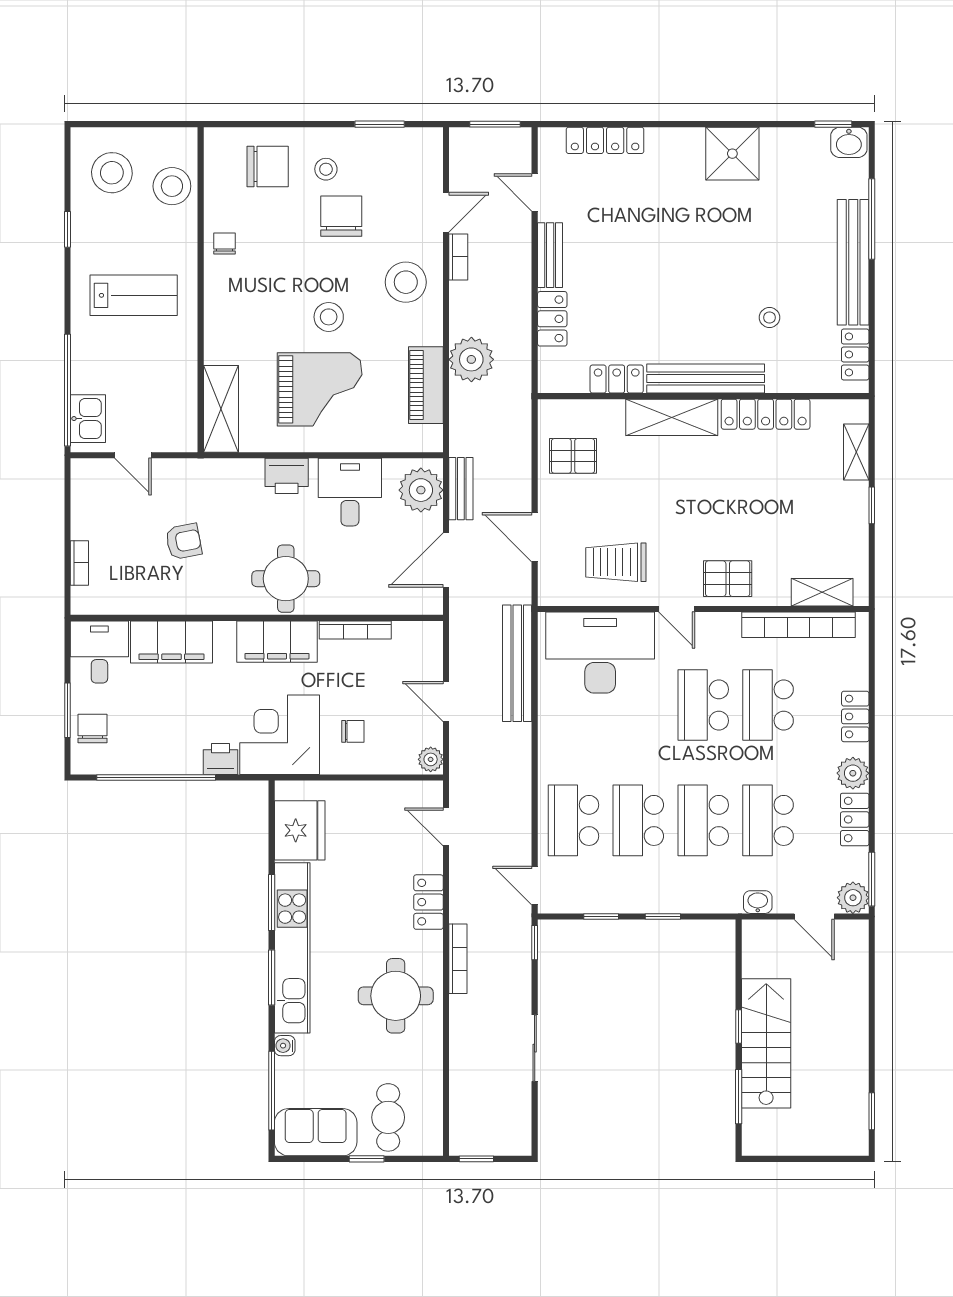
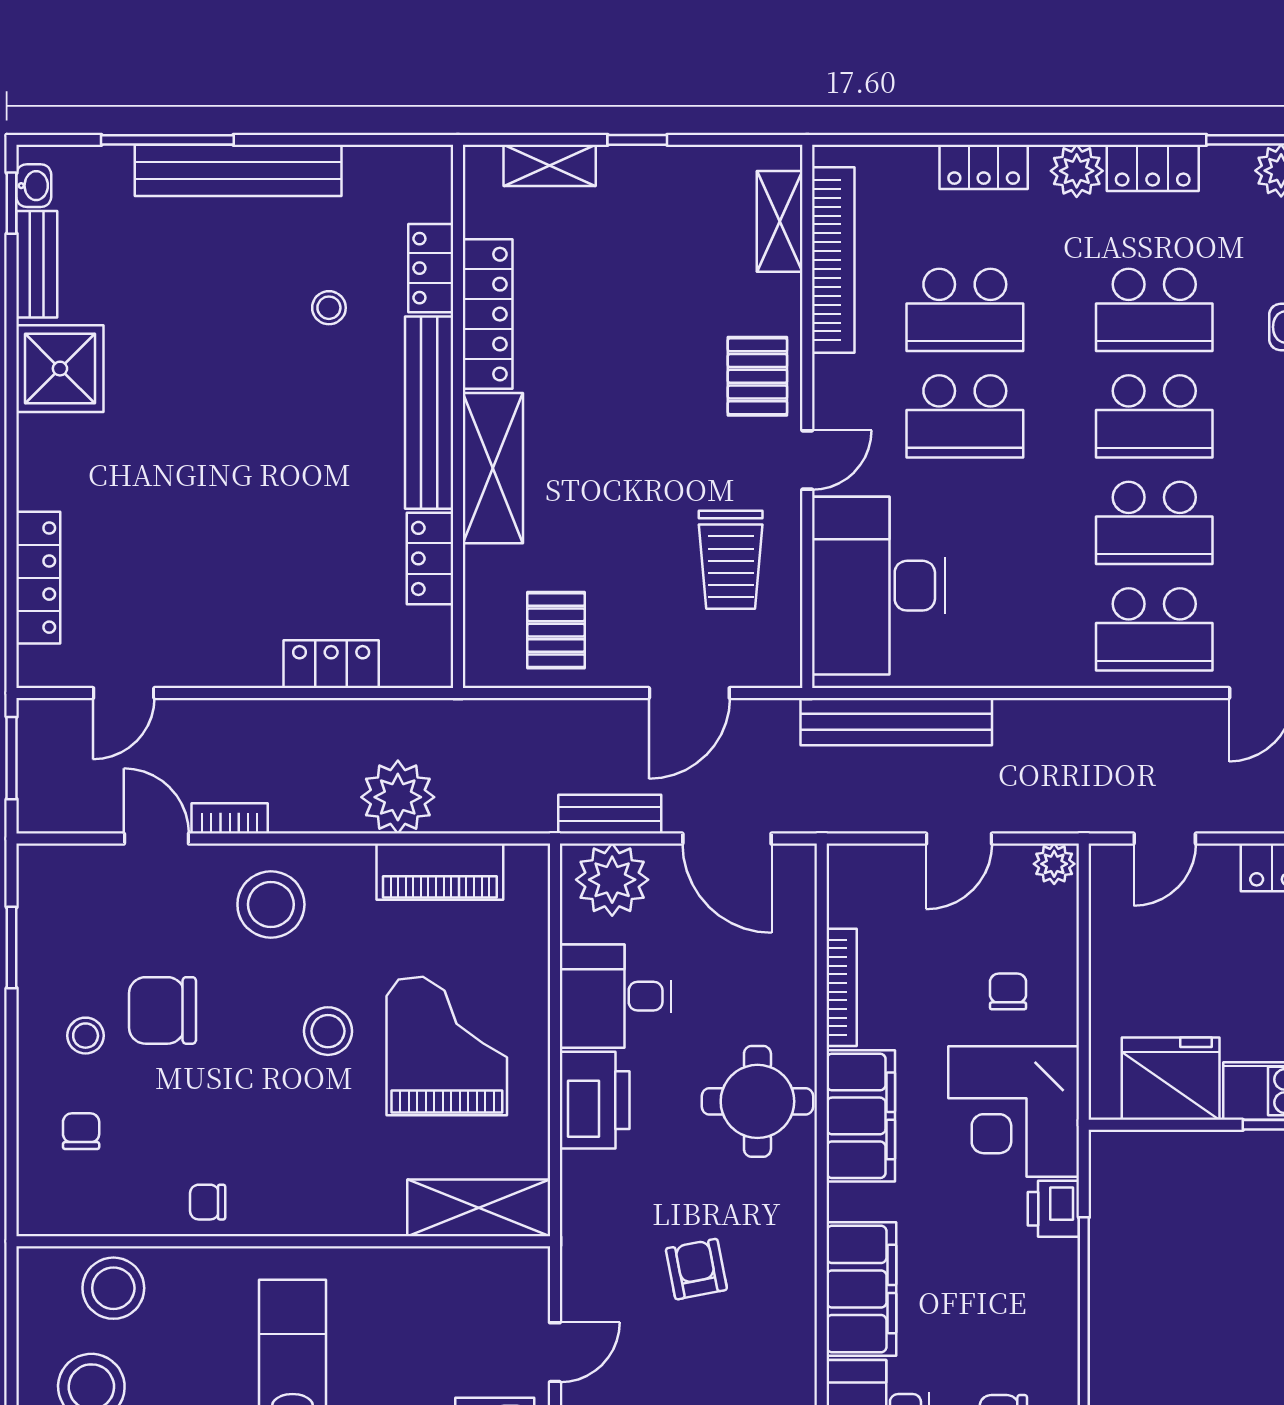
washbasin: (849, 142) -> (34, 186), width x0.72, depth x0.69
chair: (268, 166) -> (81, 1131), width x0.54, depth x0.54
bench: (550, 255) -> (37, 264), moved, turned 90
locker: (855, 354) -> (431, 268), moved, turned 90
printer: (287, 476) -> (595, 1100), width x1.37, depth x1.19

